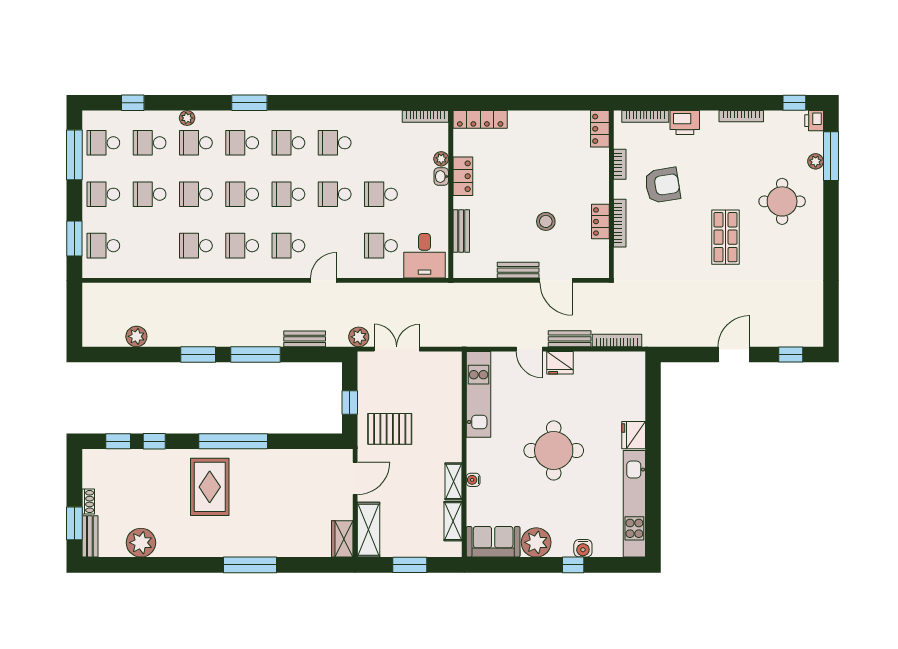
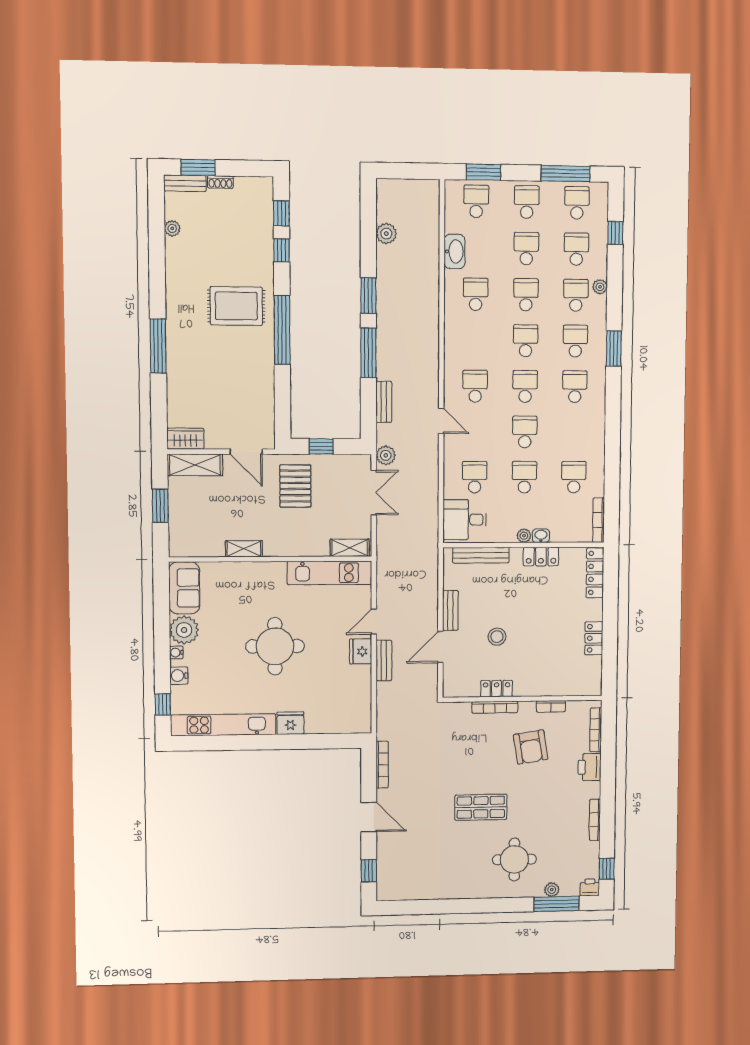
locker: (600, 129) -> (594, 638), moved, turned -90
school desk: (335, 143) -> (574, 477), moved
plant: (441, 159) -> (524, 536), moved
bench: (461, 231) -> (481, 555), width x1.36
school desk: (242, 246) -> (475, 340), removed
washbasin: (153, 267) -> (454, 251), added
bookcase: (617, 341) -> (382, 765), moved
water cooler: (473, 480) -> (176, 652), moved, turned -90
shelving: (453, 521) -> (350, 548), moved
plant: (141, 543) -> (172, 228), width x0.53, depth x0.53
window: (573, 565) -> (163, 704), moved

